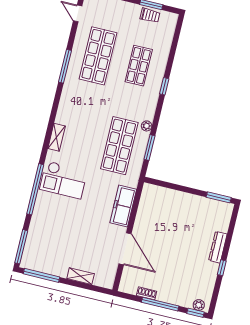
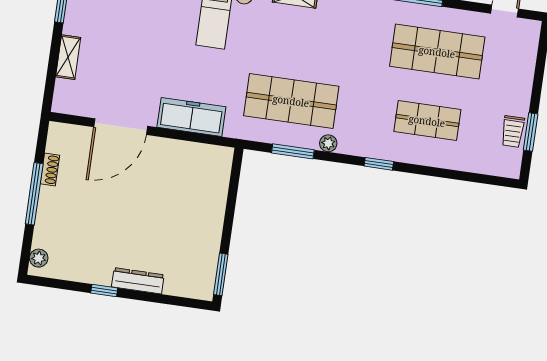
window: (164, 86) -> (379, 164), moved
window: (196, 313) -> (26, 254), removed

